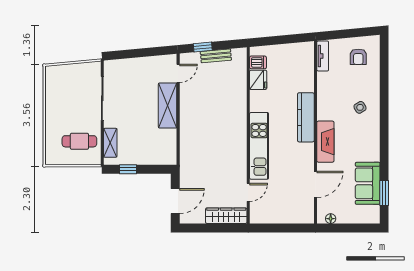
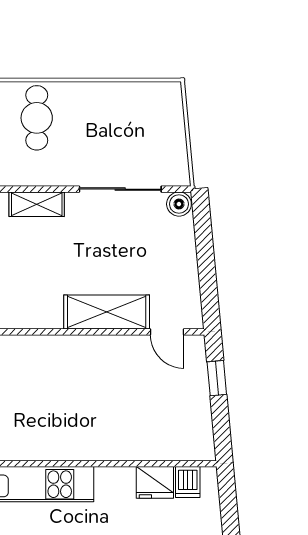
bench: (216, 56) -> (200, 403), removed
boiler: (110, 67) -> (179, 204), added
cafe table: (79, 141) -> (37, 118), moved

